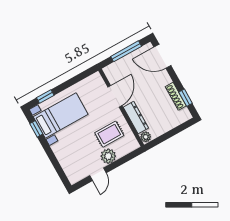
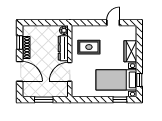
window: (126, 51) -> (44, 100), width x0.69
door: (162, 56) -> (20, 71), moved
wardrobe: (63, 154) -> (130, 51), added
plant: (108, 156) -> (99, 32), removed

